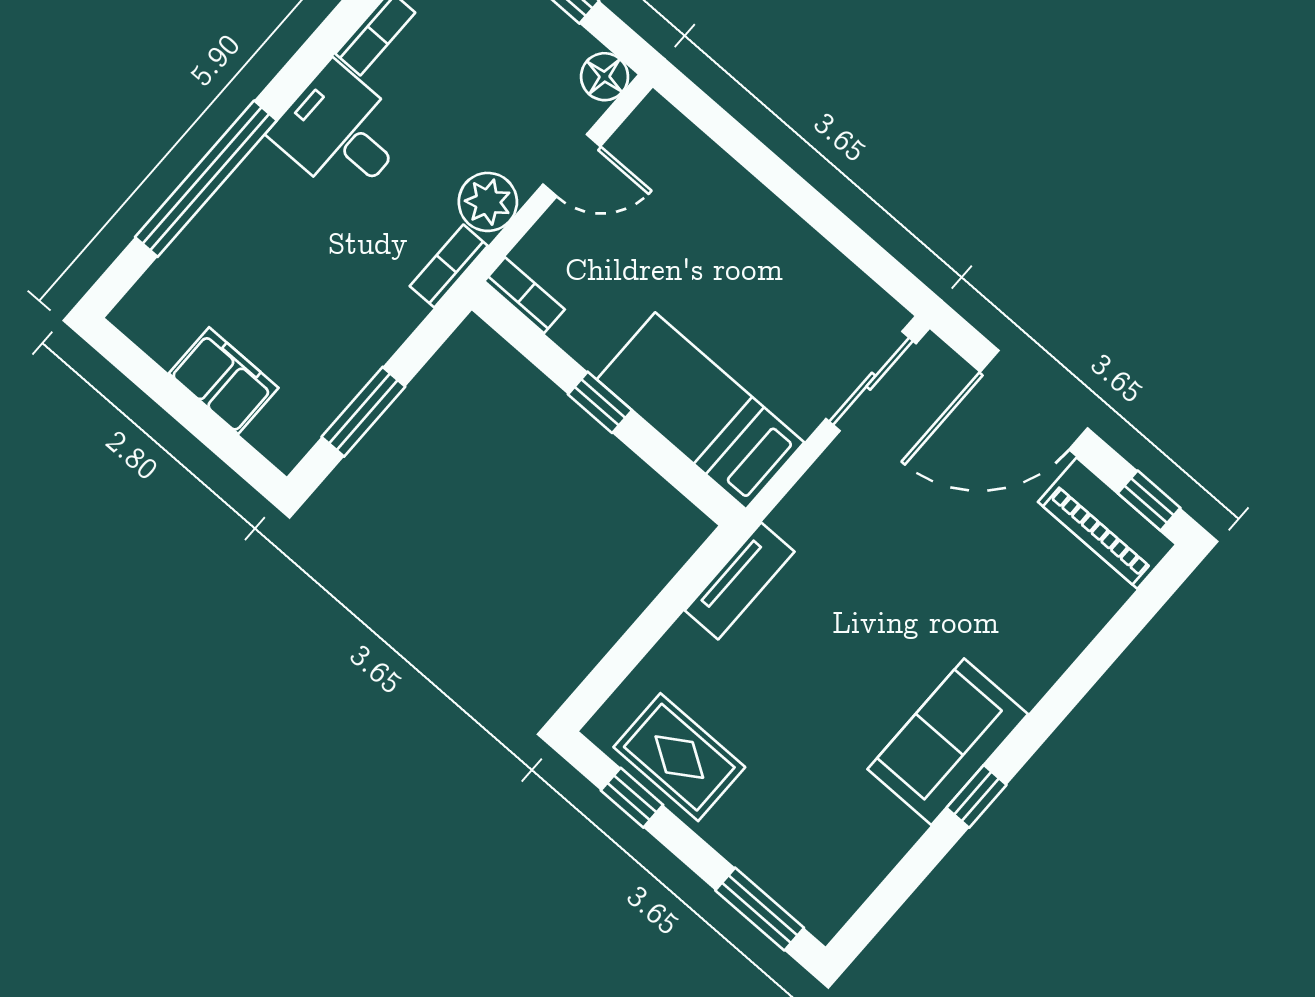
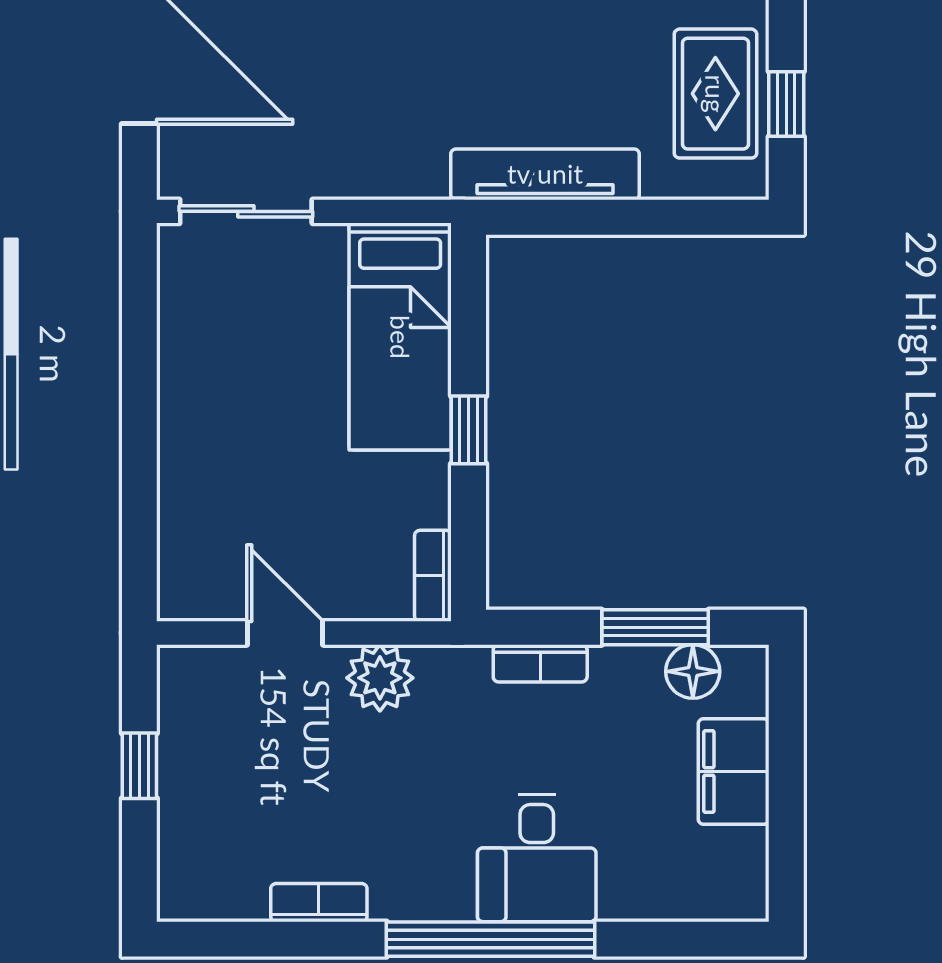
floor lamp: (605, 77) -> (693, 671), moved
desk: (340, 132) -> (537, 858), moved
window: (206, 179) -> (491, 939), moved
bookcase: (449, 266) -> (540, 663), moved
tv unit: (740, 581) -> (545, 174), width x1.41

